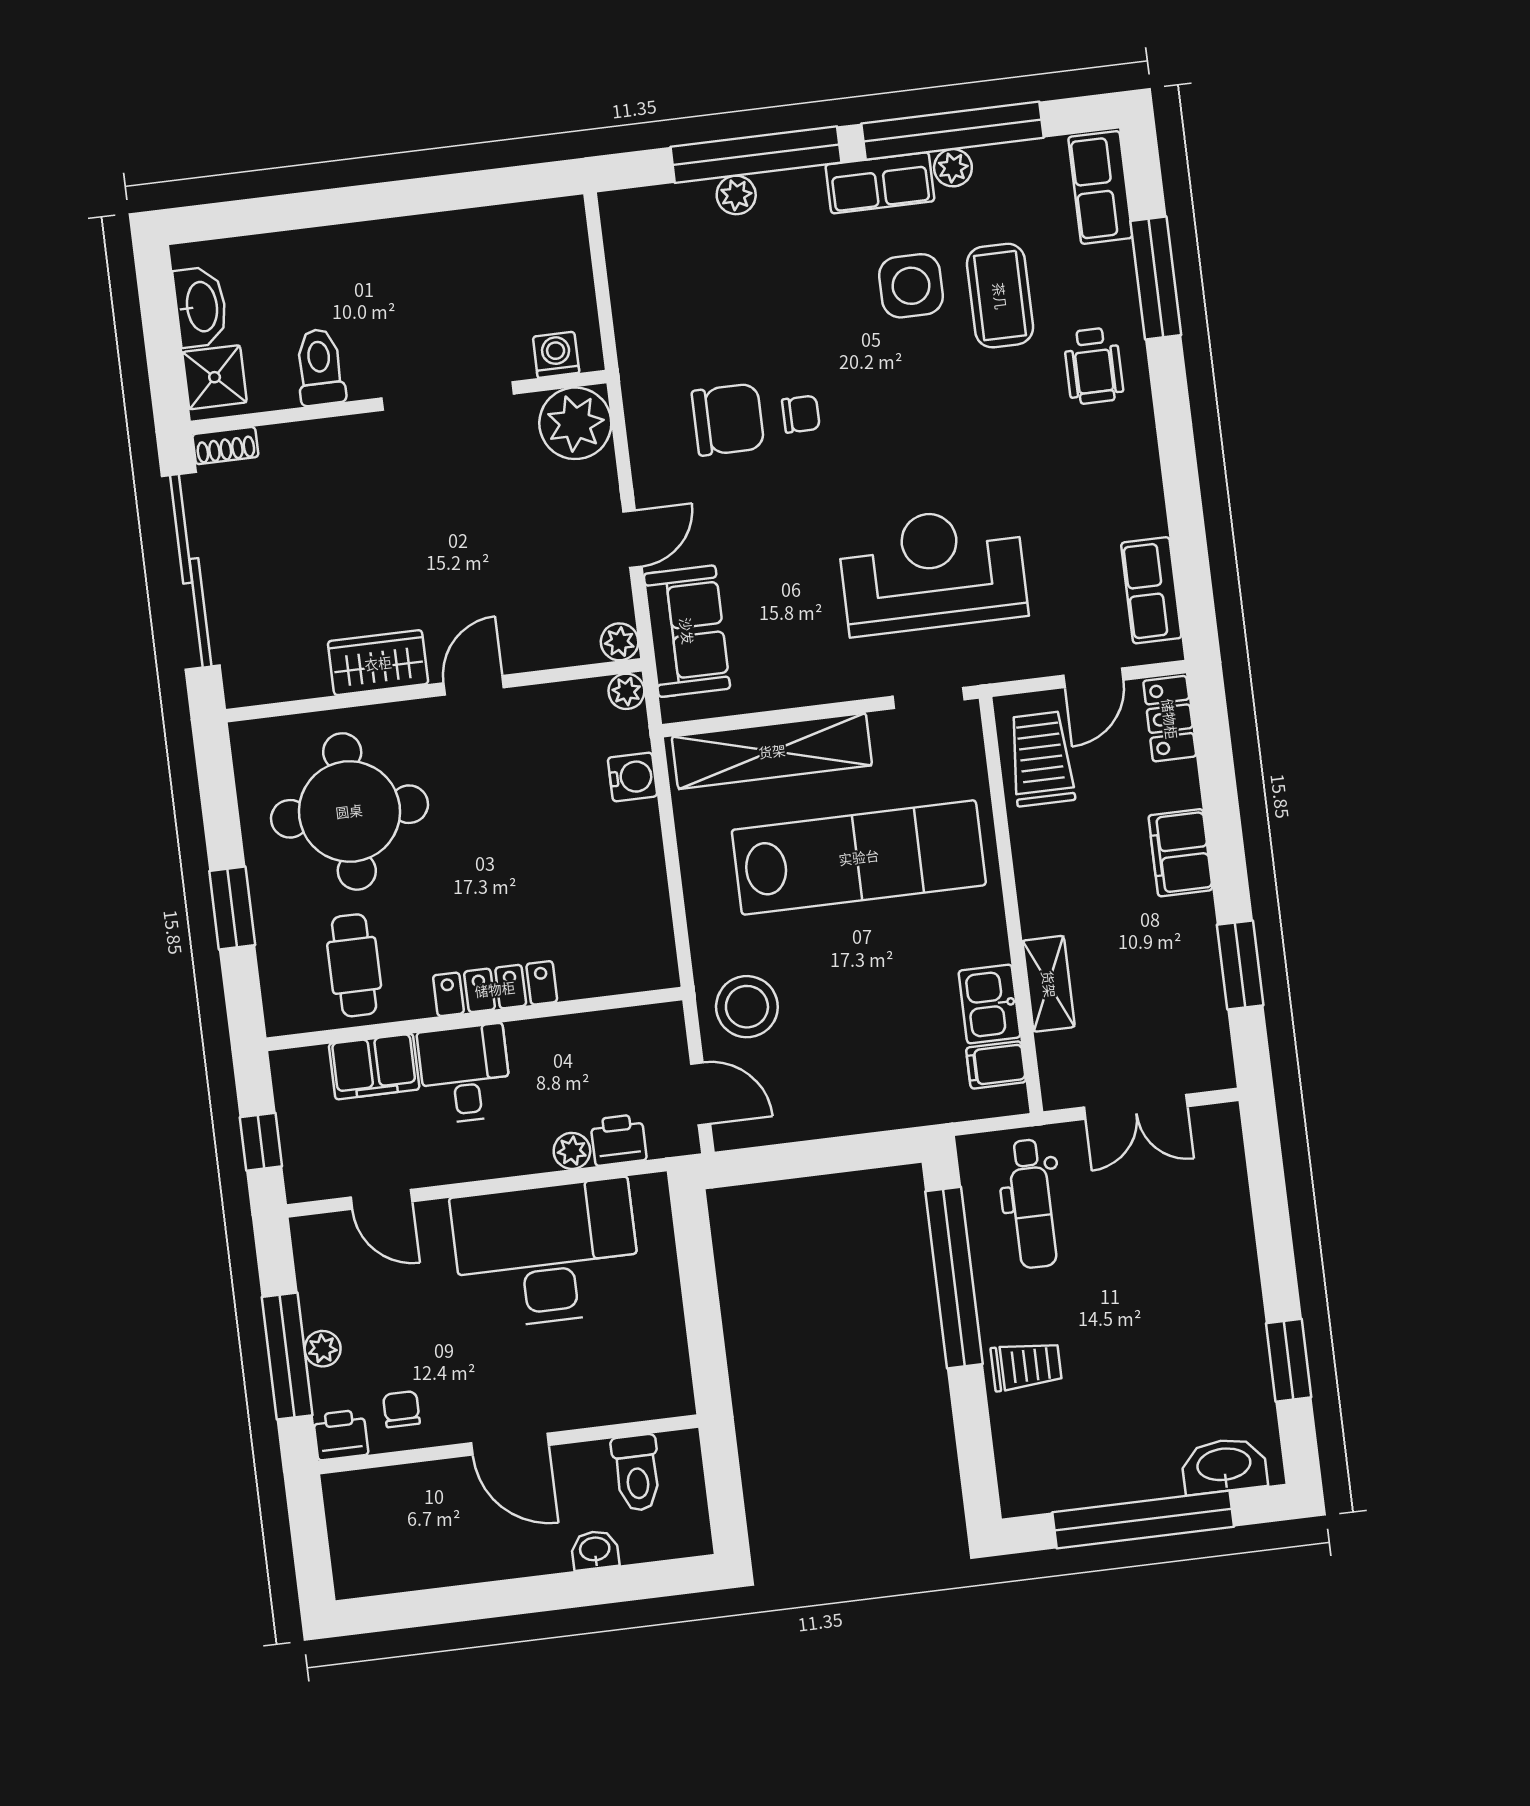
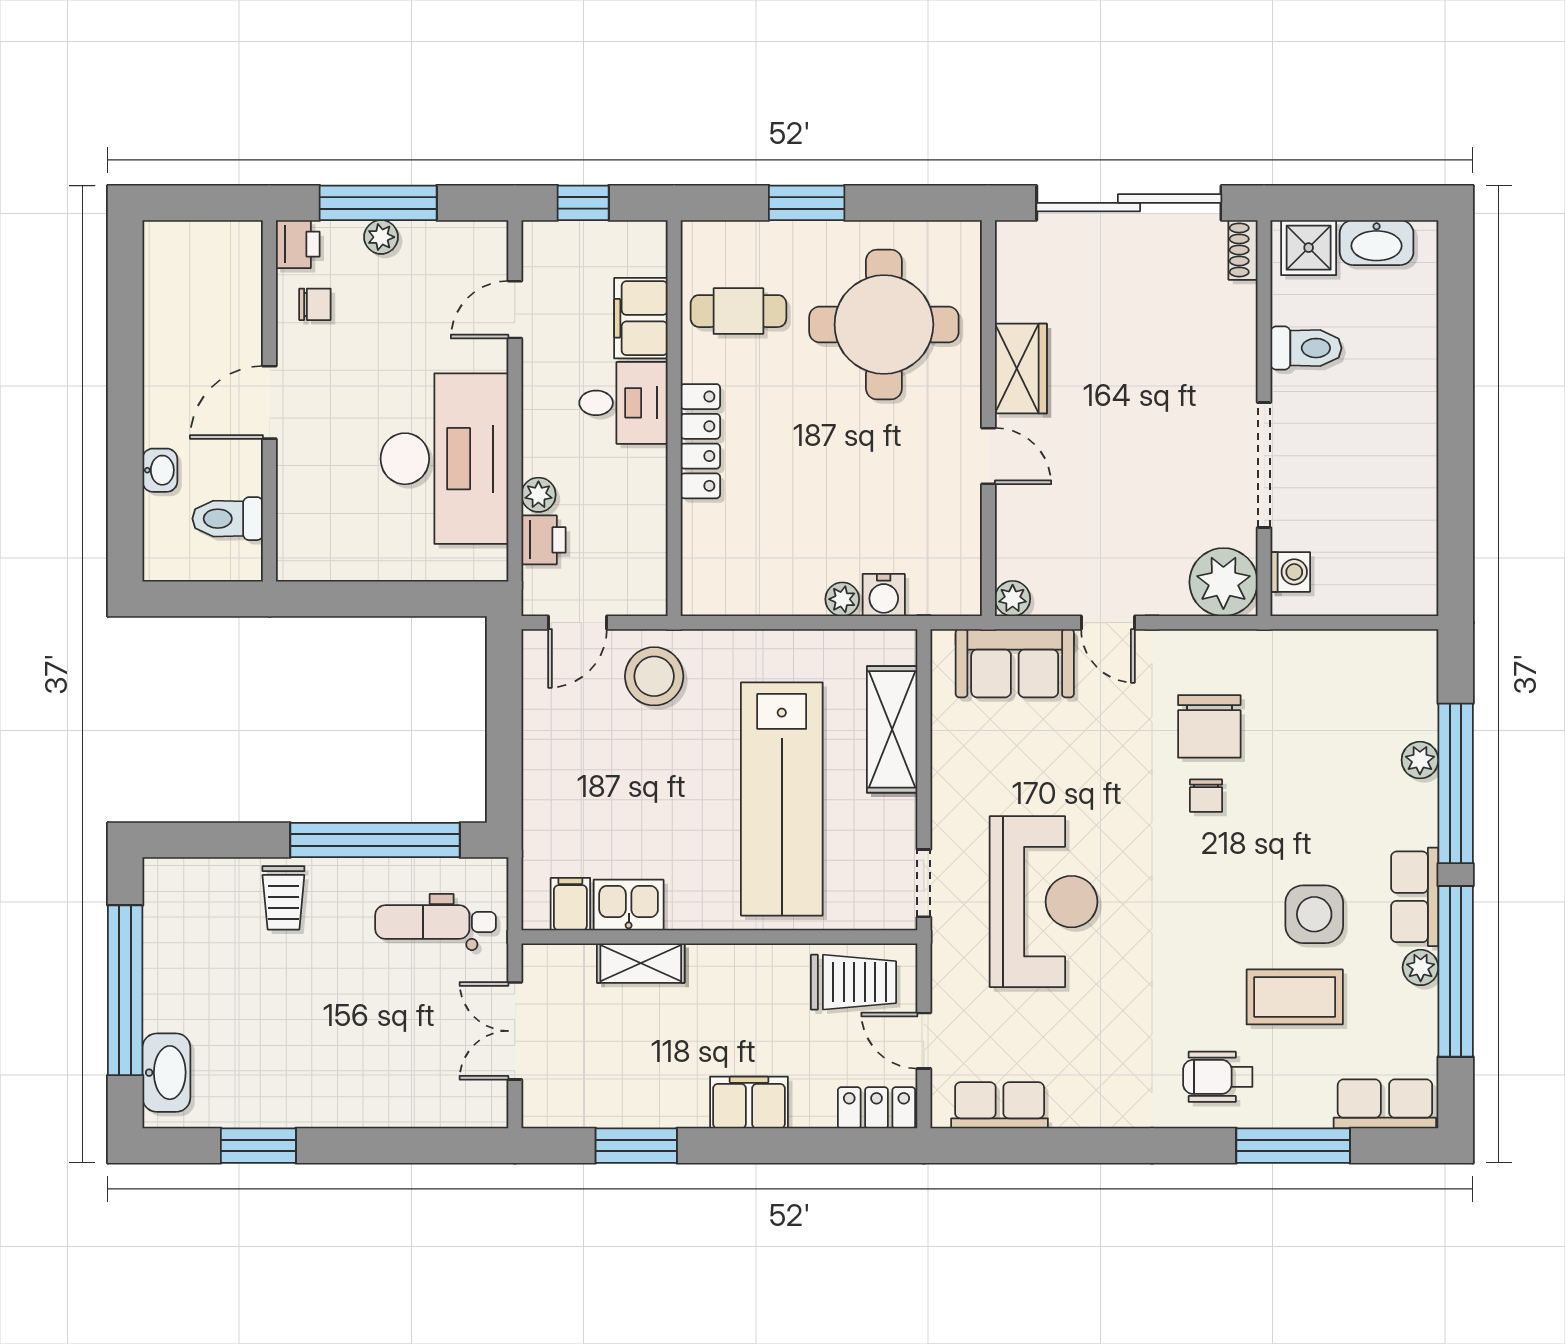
plant: (626, 691) -> (842, 599), moved
shelving: (772, 751) -> (892, 729), width x0.68

